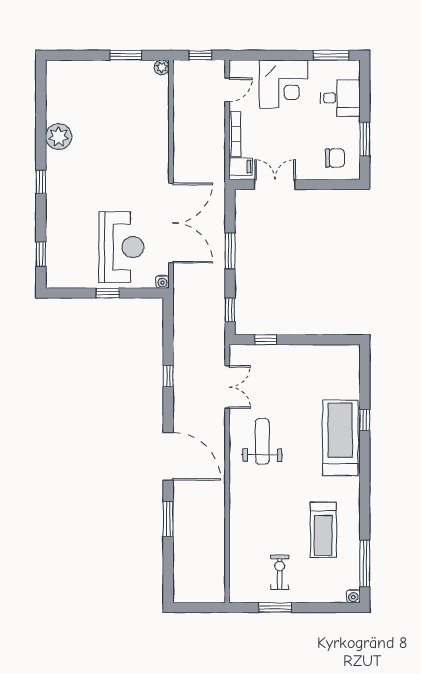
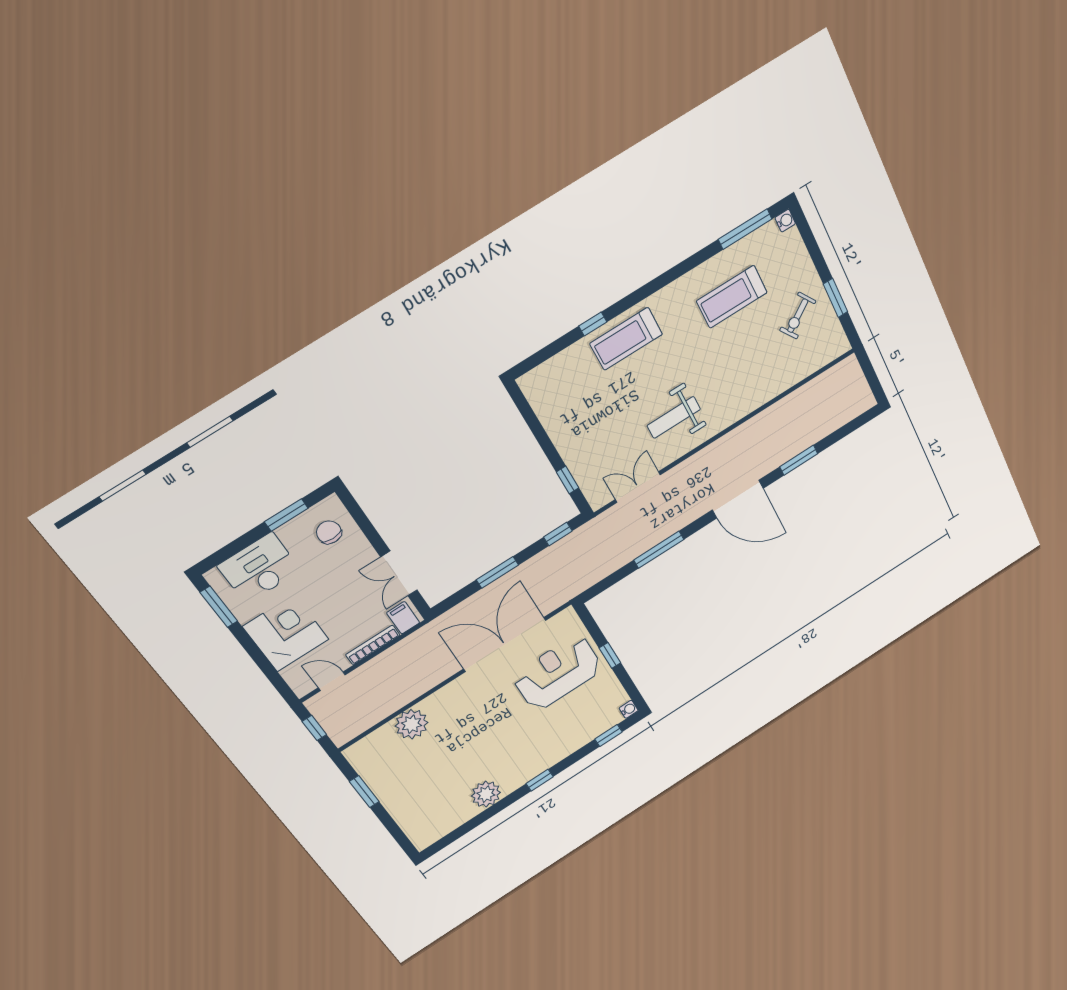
plant: (162, 67) -> (412, 724), moved, width x1.88, depth x1.88
desk: (340, 98) -> (259, 568), width x1.37
water cooler: (162, 282) -> (629, 709), moved
window: (168, 376) -> (659, 550), width x2.17
treadmill: (340, 438) -> (626, 339), width x0.73, depth x0.73
door: (168, 456) -> (738, 499), swing flipped
treadmill: (323, 530) -> (732, 297), turned 180
exercise bike: (280, 572) -> (798, 316), turned -34

